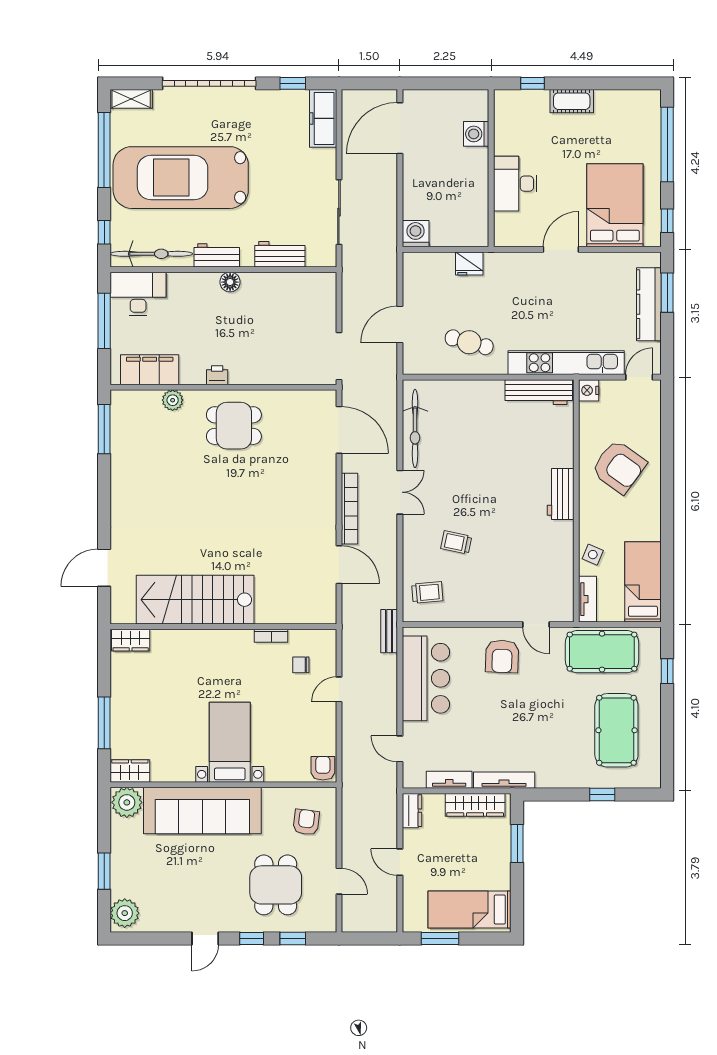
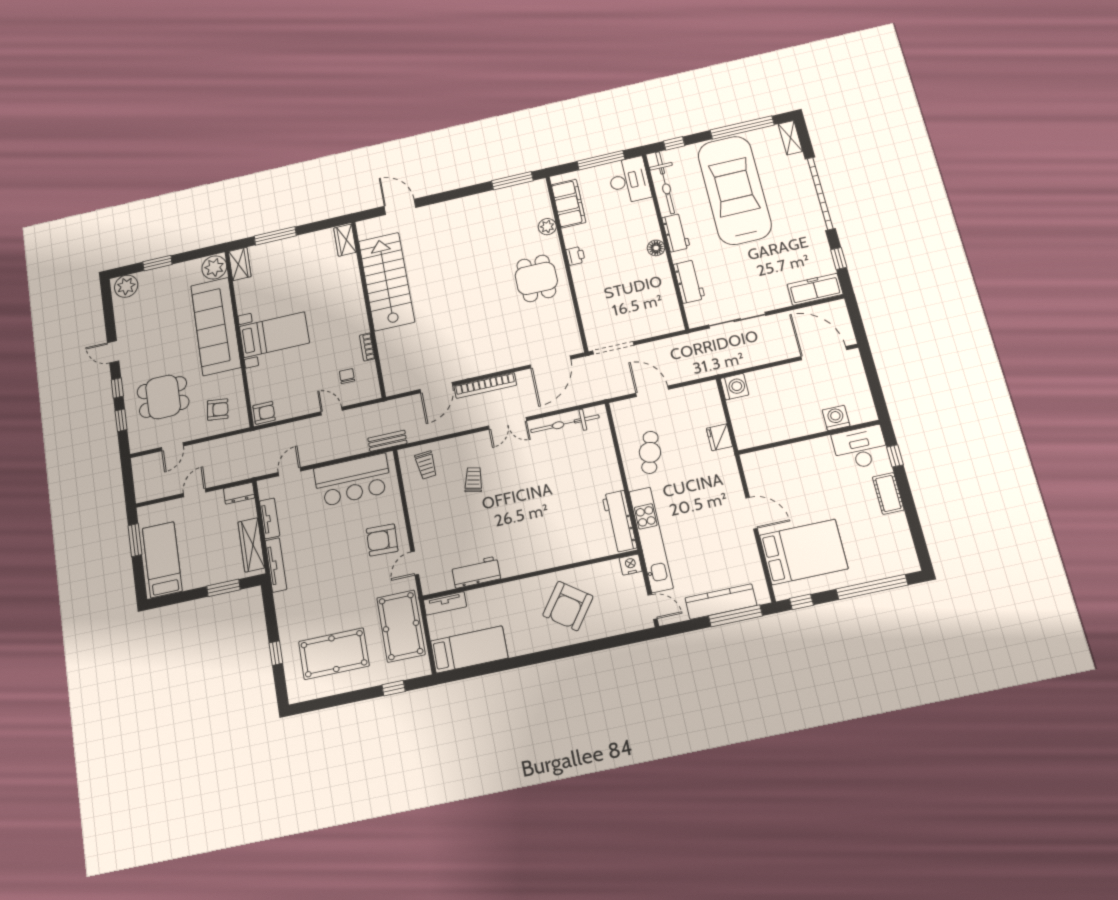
desk: (515, 184) -> (860, 448), moved
window: (667, 293) -> (735, 616), width x1.44
workbench: (561, 494) -> (476, 572), moved
side table: (593, 555) -> (485, 600), removed

